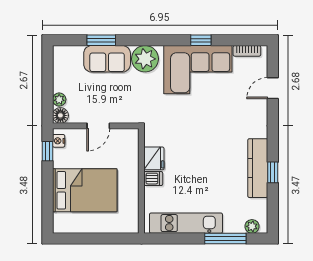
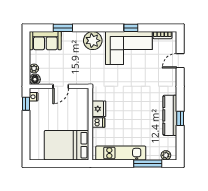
sofa: (107, 59) -> (45, 41), moved
bed: (85, 190) -> (67, 145), moved, turned 180

